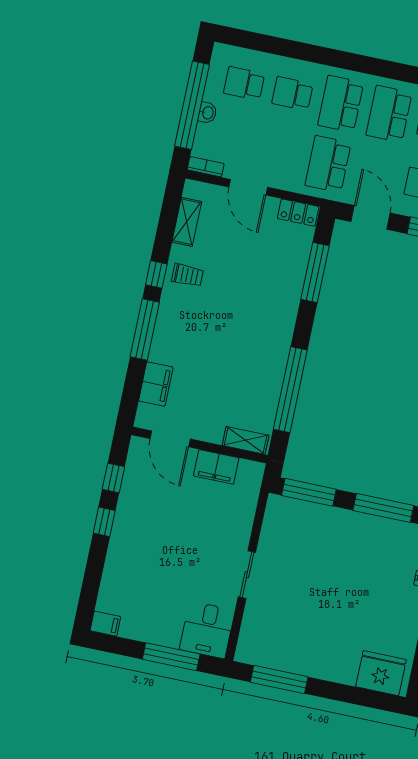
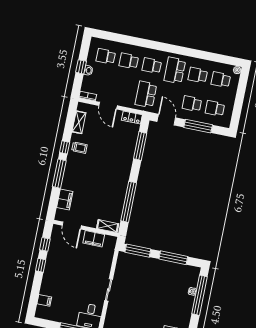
school desk: (341, 104) -> (152, 66), width x0.54
window: (192, 105) -> (81, 67), width x0.32
filing cabinet: (105, 624) -> (44, 300), moved

